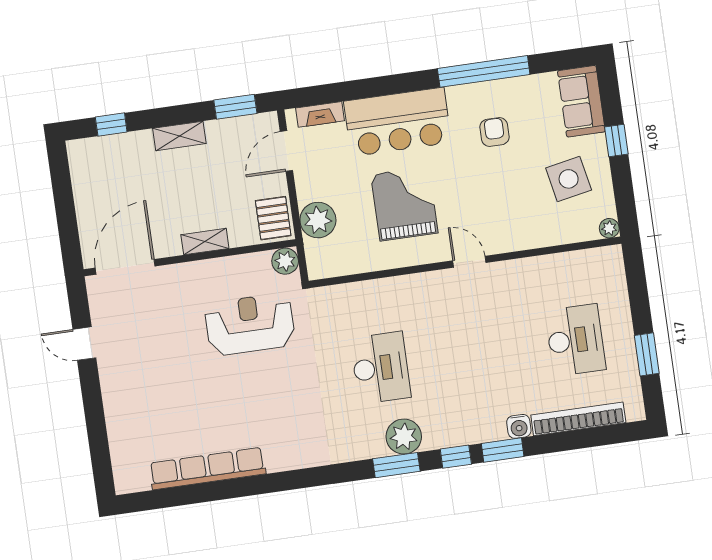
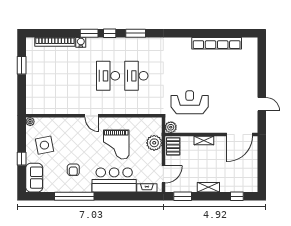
reception desk: (250, 324) -> (190, 102), turned 180
desk: (575, 340) -> (108, 76), moved
plant: (404, 437) -> (131, 45), removed

